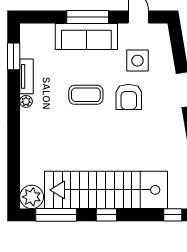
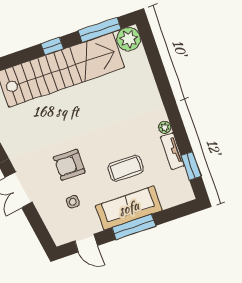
side table: (138, 61) -> (73, 202), width x0.54, depth x0.54
coffee table: (86, 95) -> (126, 168), moved
armchair: (129, 97) -> (69, 165), turned -90

